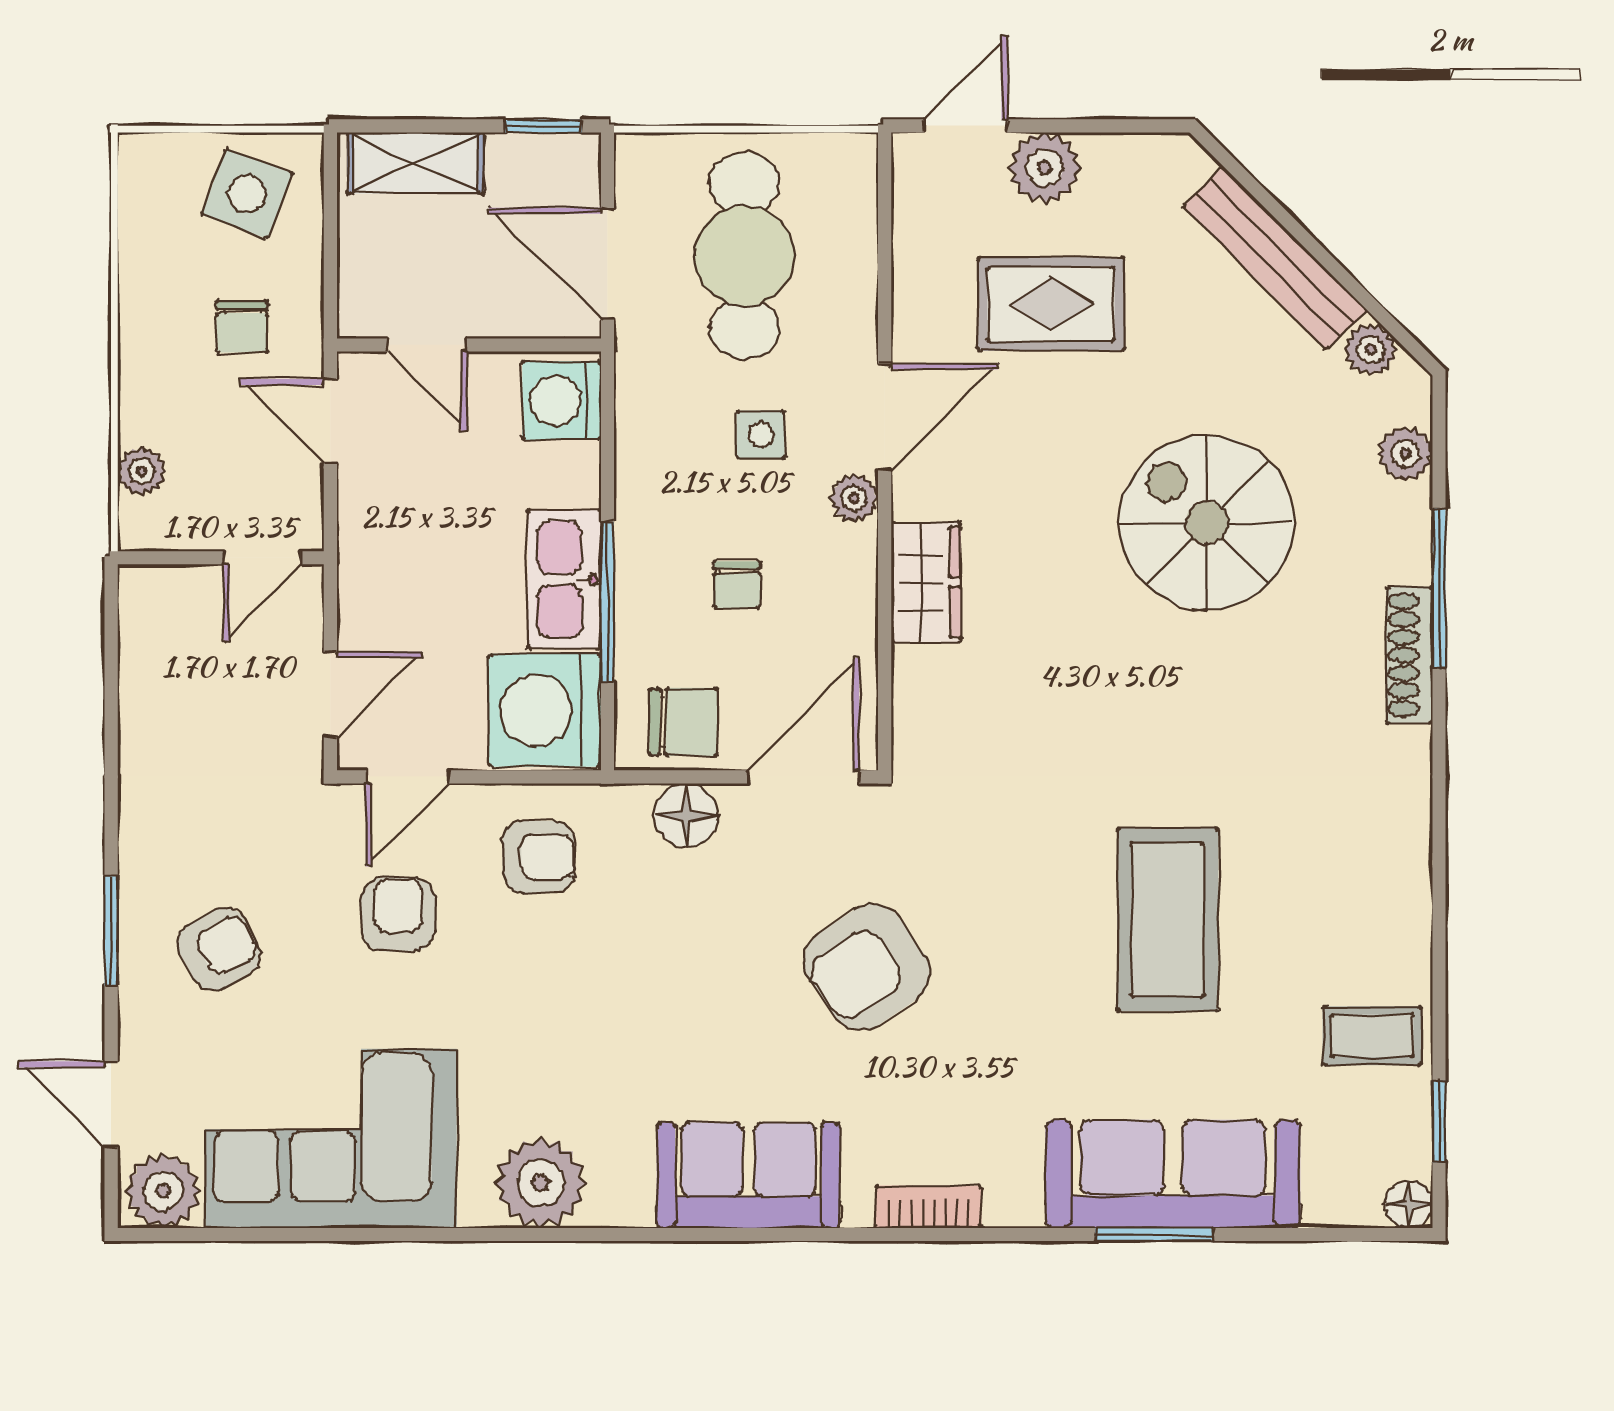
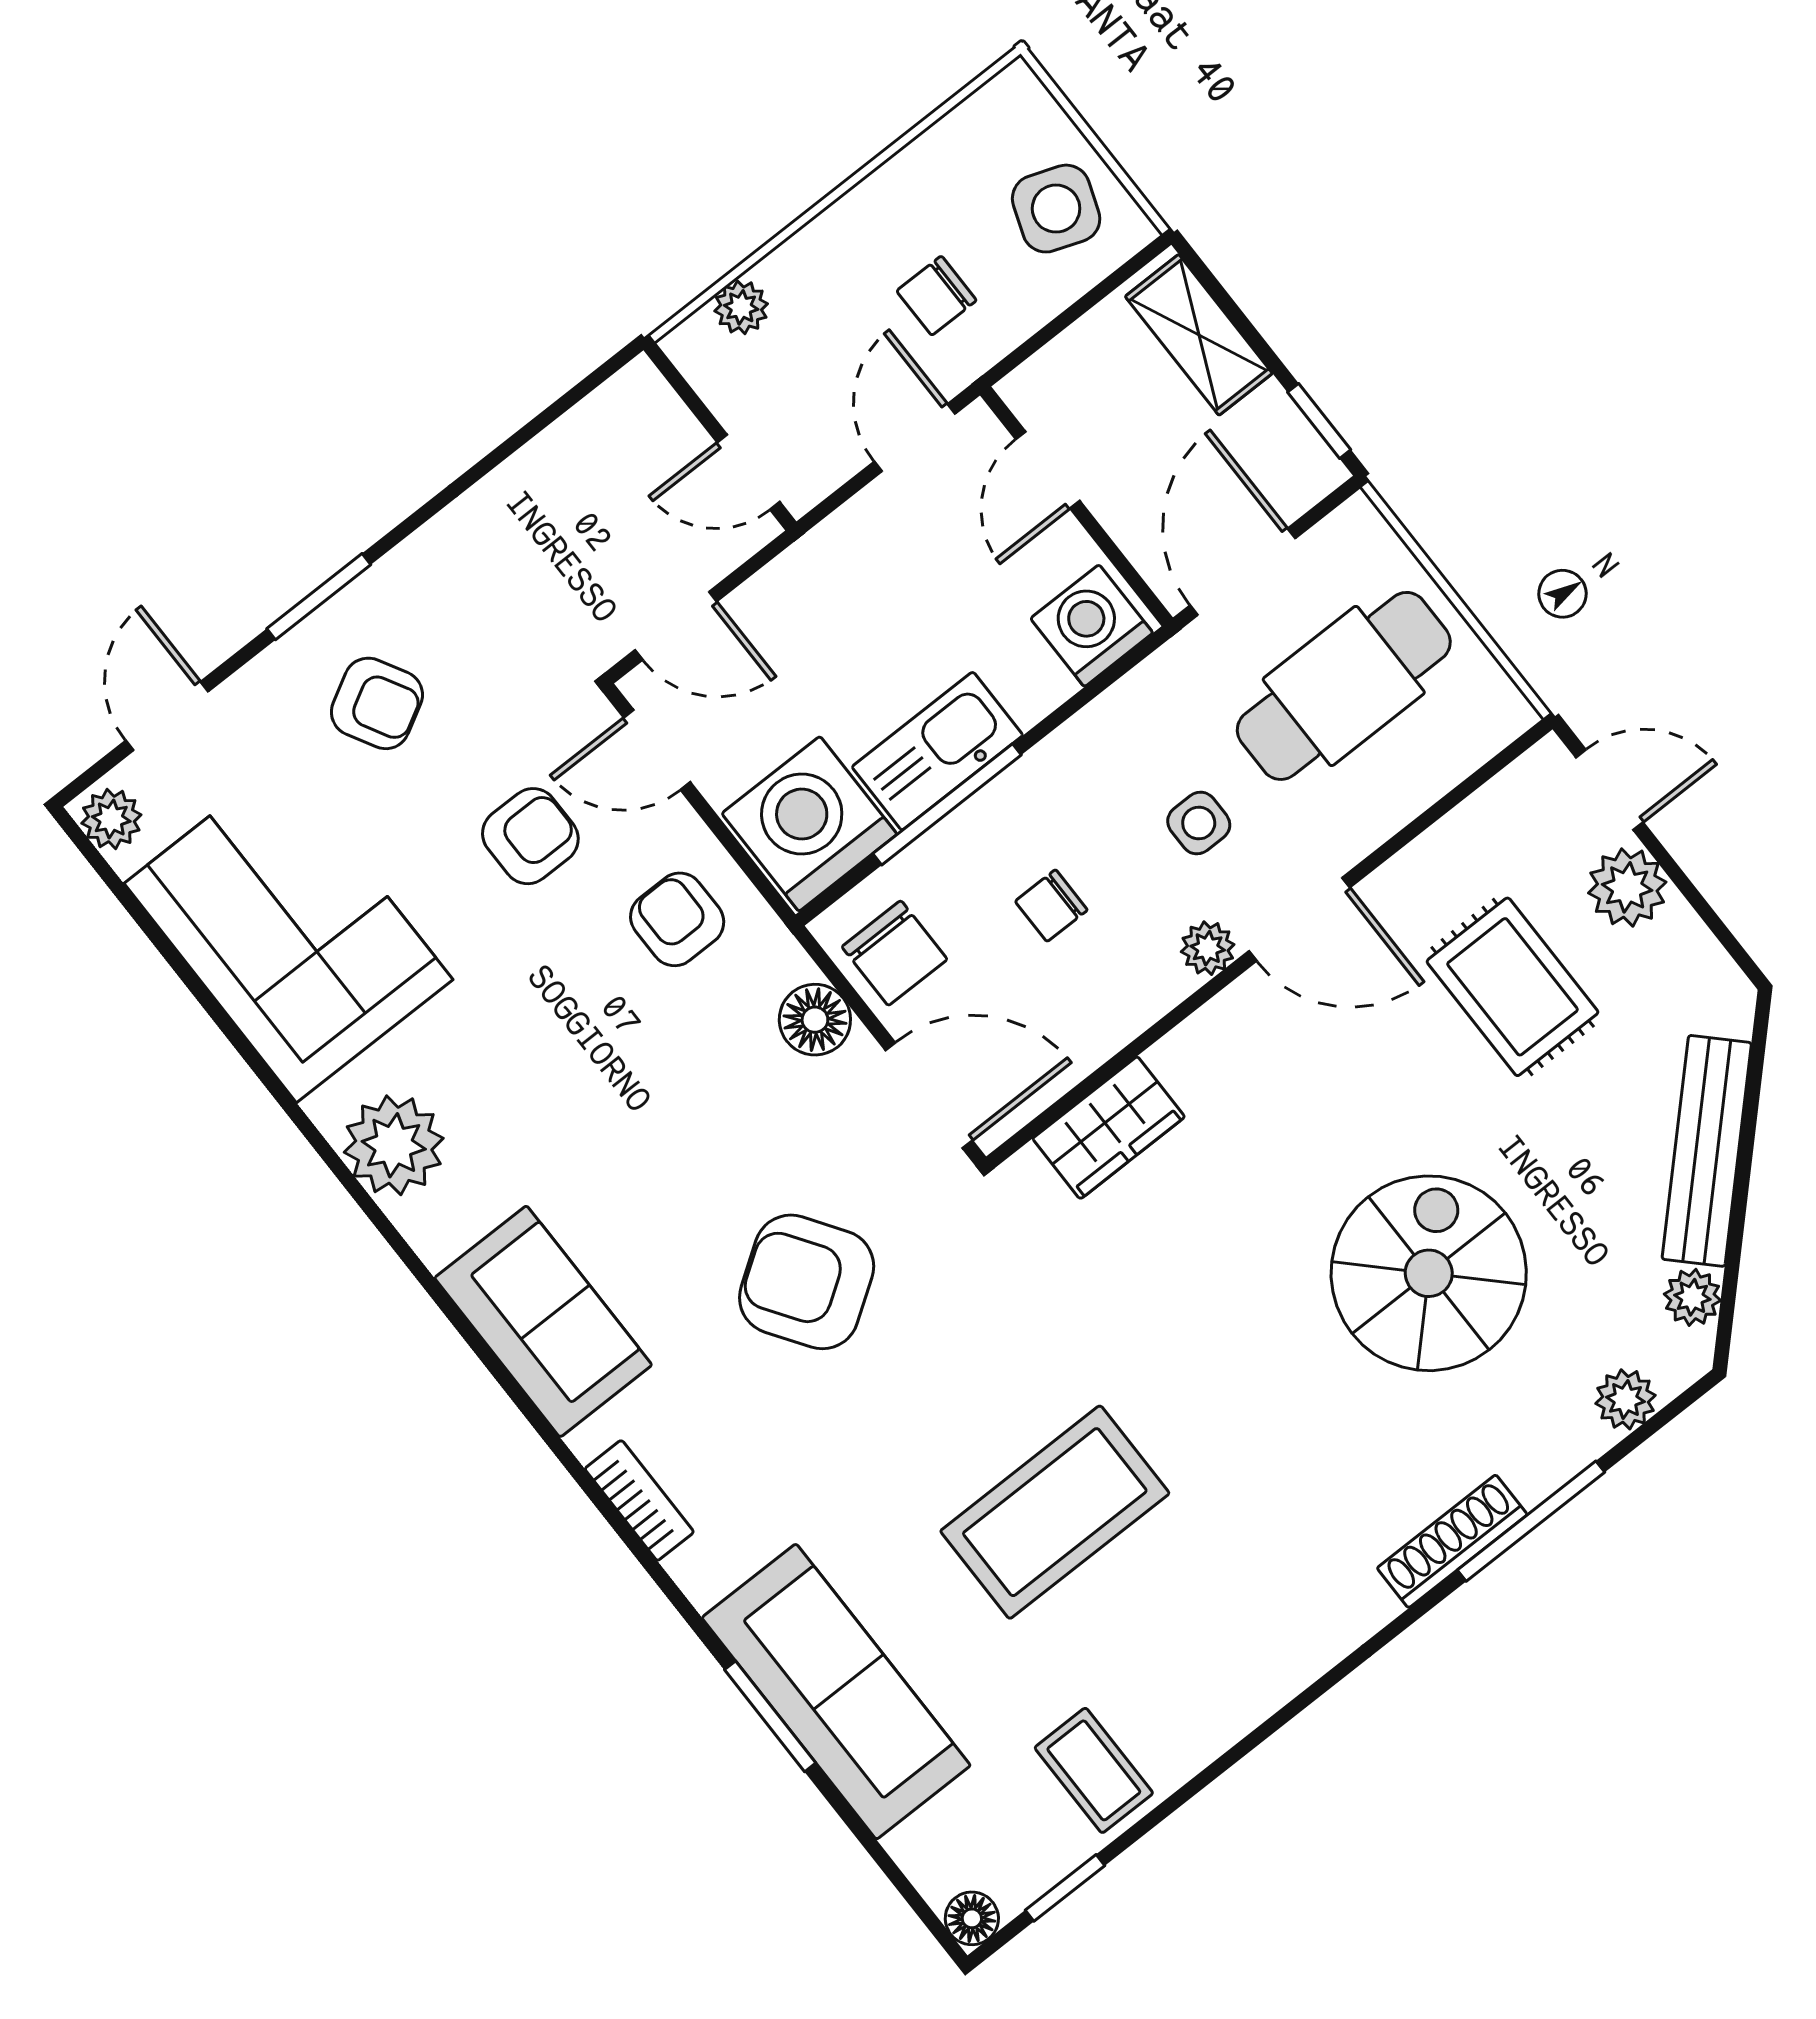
wardrobe: (926, 582) -> (1109, 1128), moved
armchair: (539, 857) -> (677, 919), turned 180
plant: (163, 1191) -> (111, 819), width x0.73, depth x0.73

